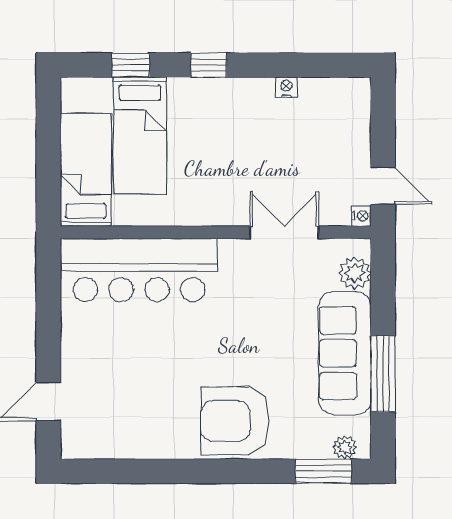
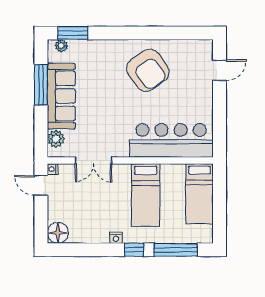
window: (131, 65) -> (176, 250), width x2.17
nightstand: (286, 87) -> (116, 238), moved
floor lamp: (351, 97) -> (58, 233), added
bed: (140, 136) -> (146, 195), moved, turned 180
armchair: (235, 421) -> (148, 70), moved, turned 55

